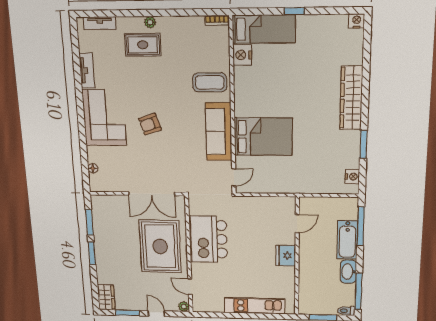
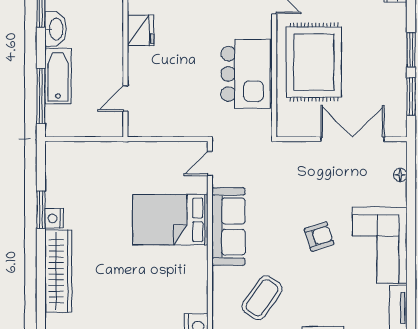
coffee table: (210, 82) -> (262, 298), moved, turned -55
nightstand: (352, 177) -> (54, 218), moved
double door: (152, 194) -> (352, 139), moved
fridge: (286, 256) -> (141, 30), moved

